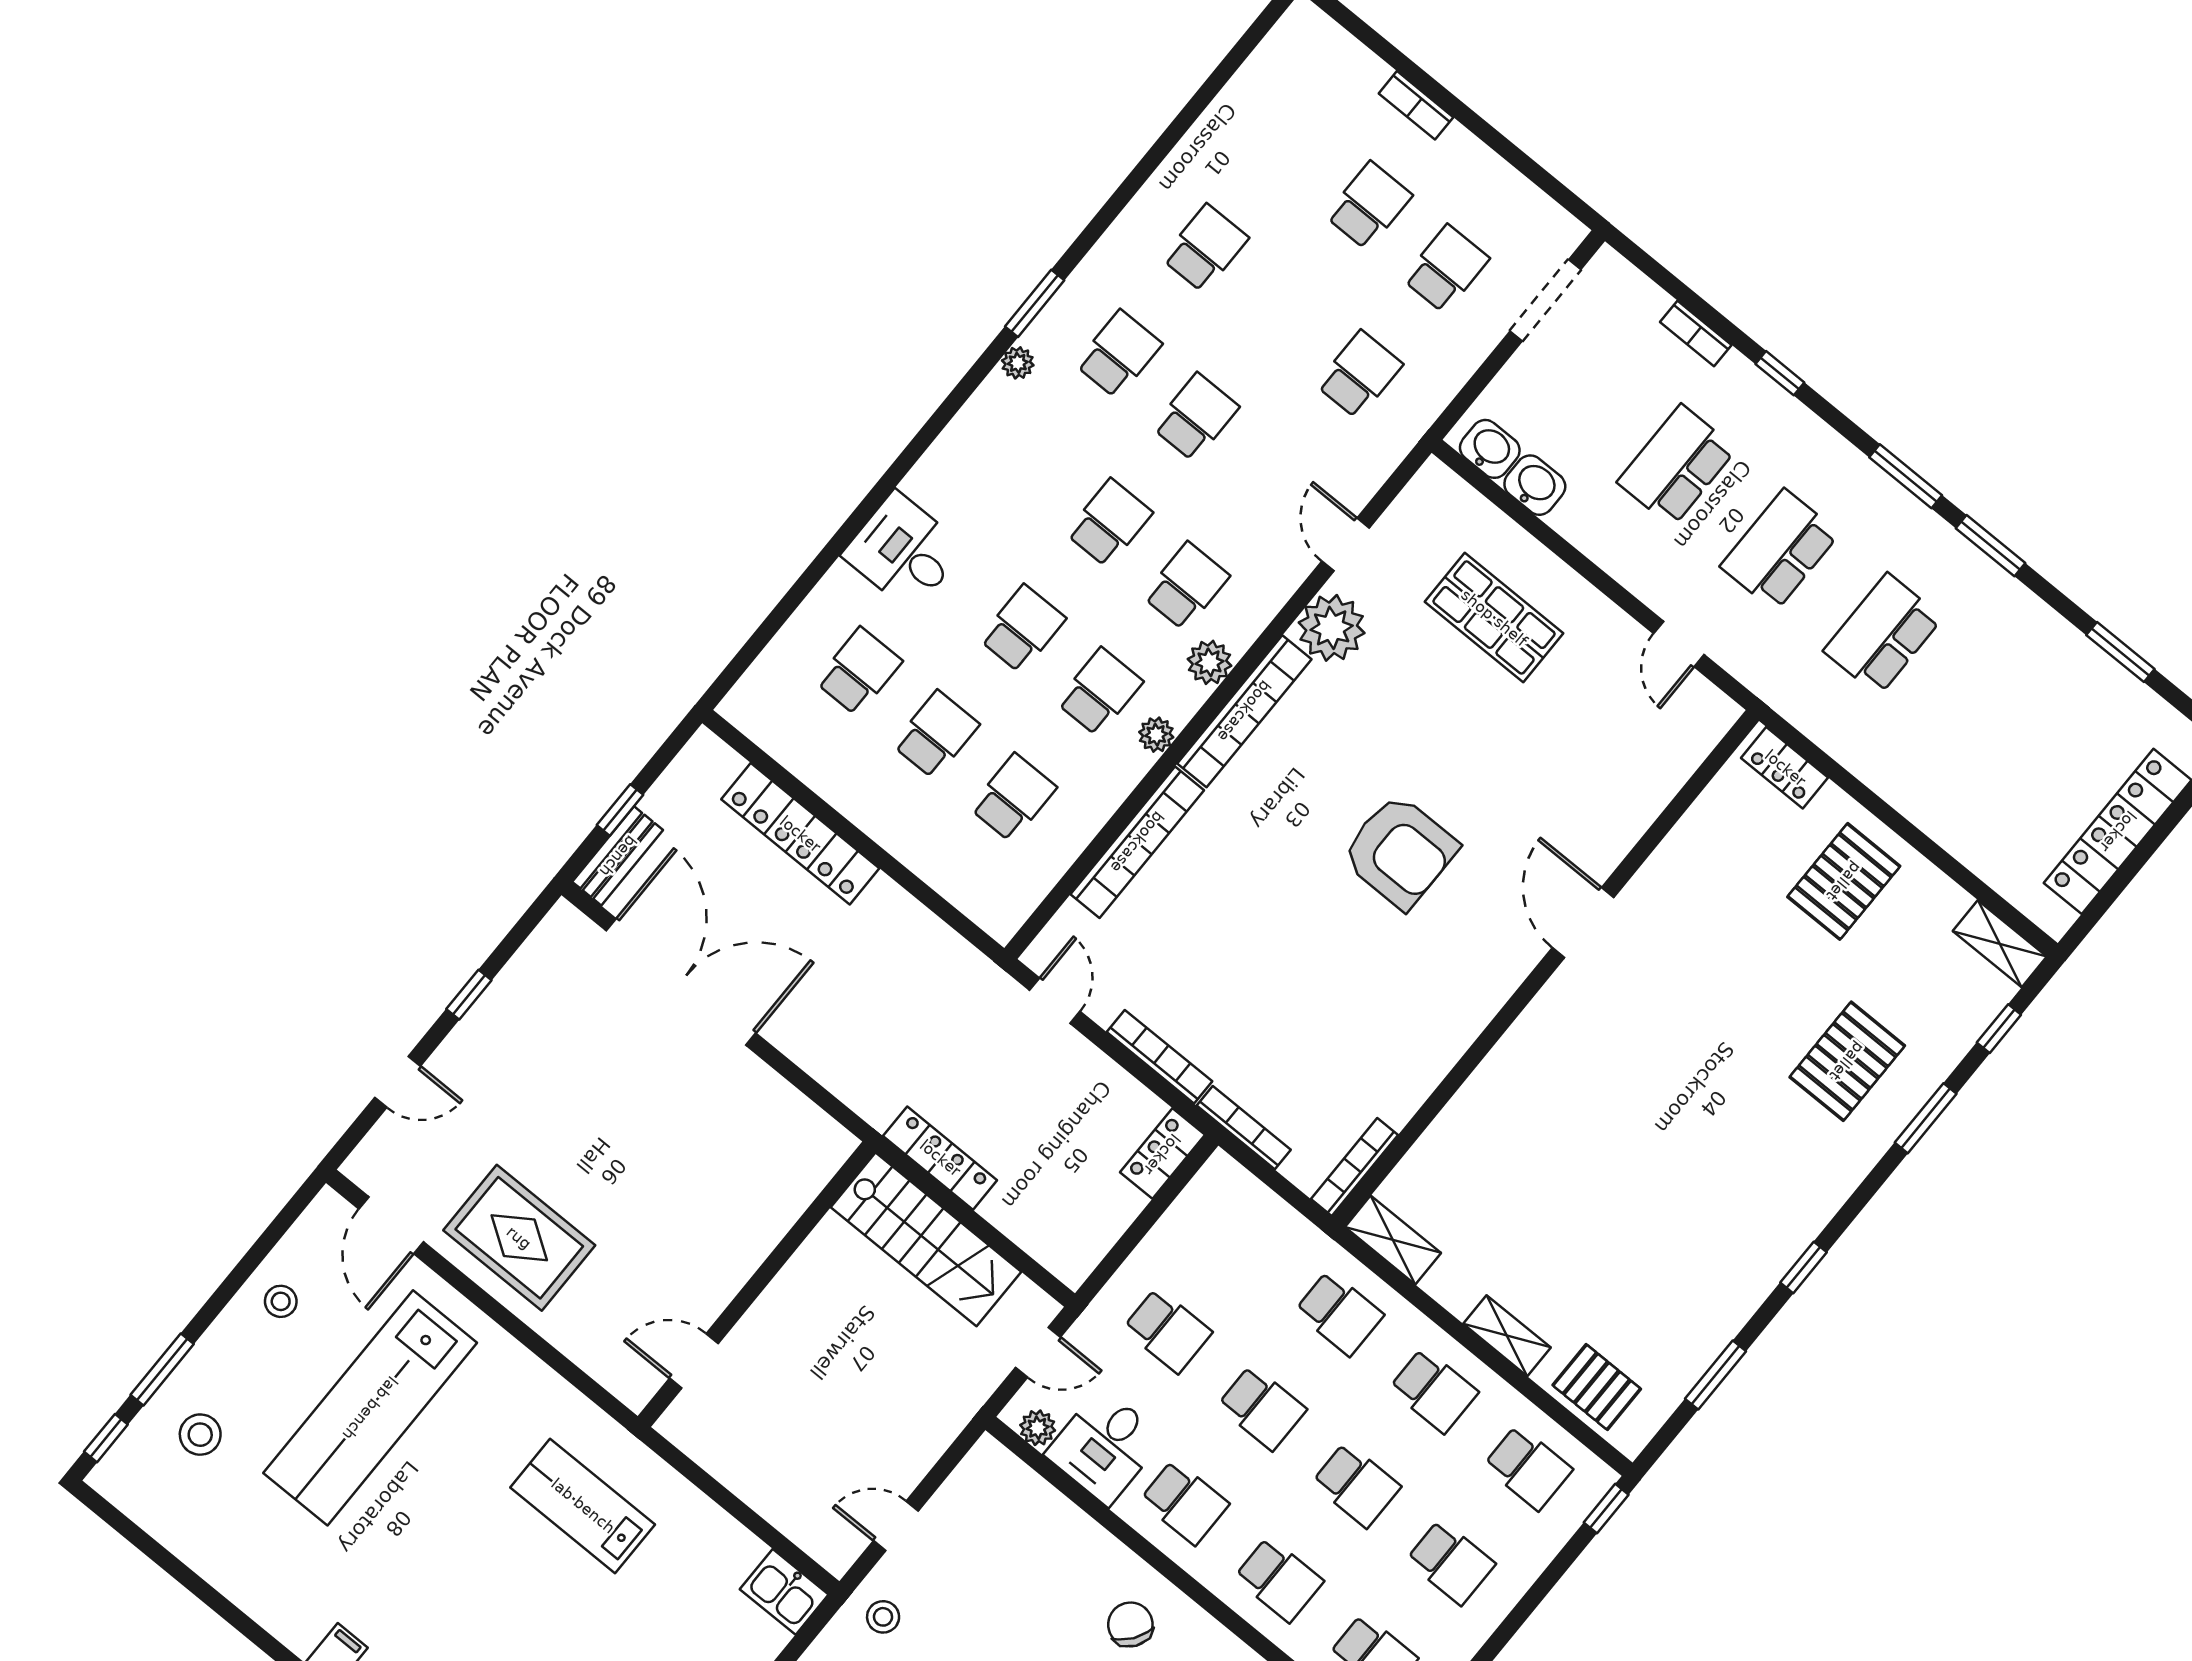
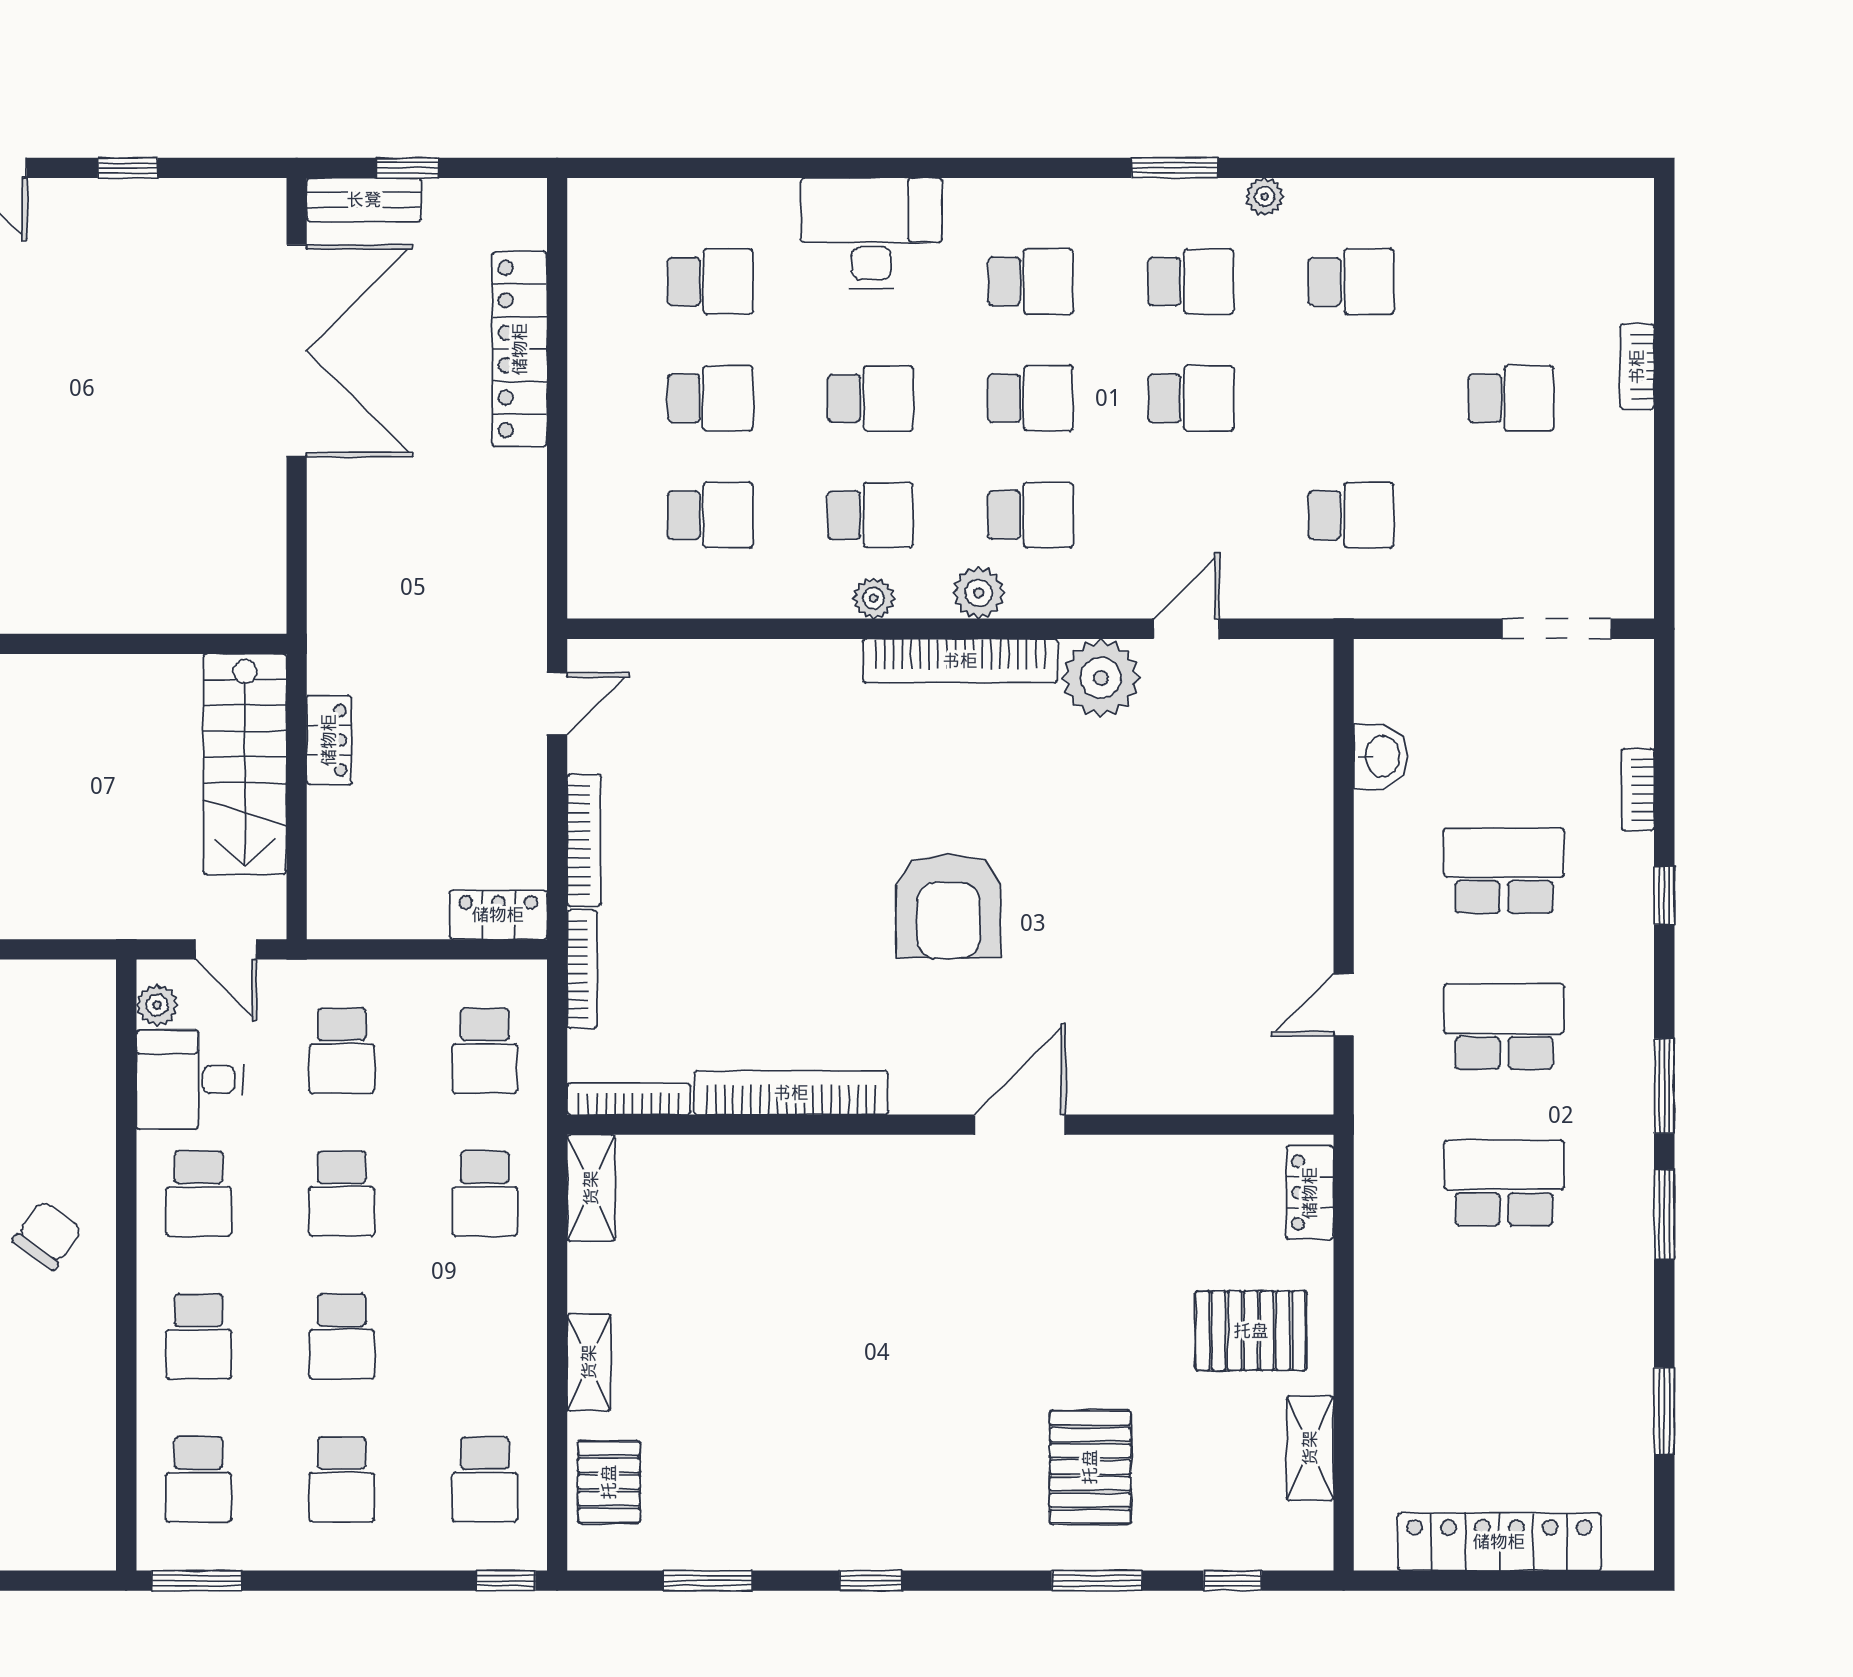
school desk: (1446, 269) -> (1031, 281), moved
plant: (1018, 363) -> (1265, 197), moved
washbasin: (1490, 449) -> (1380, 689), removed
desk: (904, 552) -> (871, 233), width x1.37
shop shelf: (1494, 618) -> (1231, 818), removed
bookcase: (1137, 842) -> (791, 1093), moved, turned 180
shelving: (2000, 944) -> (1310, 1448), moved
pallet: (1847, 1061) -> (1090, 1467), turned 90
locker: (940, 1158) -> (329, 740), width x0.66
school desk: (1434, 1390) -> (485, 1051), moved

